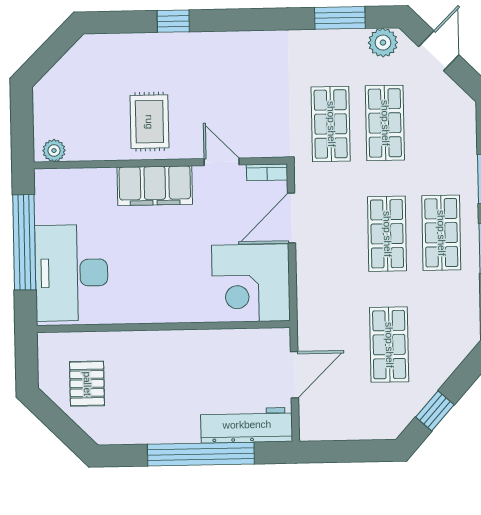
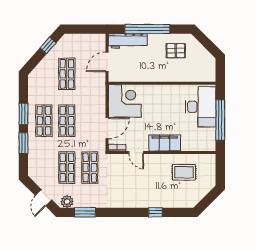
rug: (149, 122) -> (184, 172), moved, turned 90
plant: (54, 151) -> (207, 159), removed
pallet: (87, 384) -> (176, 51), moved, turned 90

